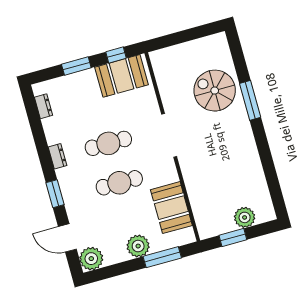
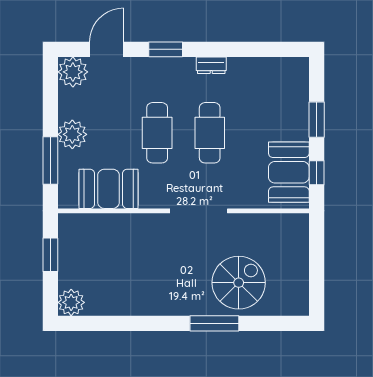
dresser: (43, 106) -> (278, 65), removed
plant: (245, 217) -> (71, 302), moved

